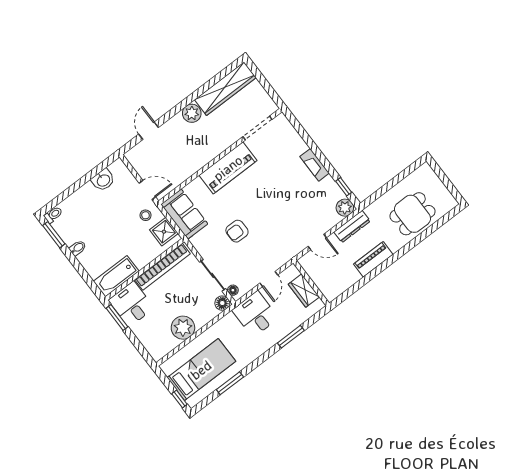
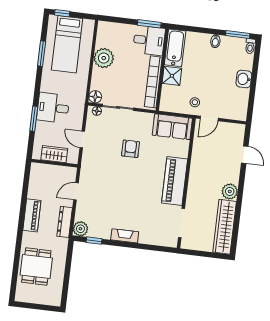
washbasin: (103, 180) -> (244, 79), moved
shower: (164, 232) -> (172, 76), moved
desk: (255, 314) -> (53, 108), moved, turned 180

